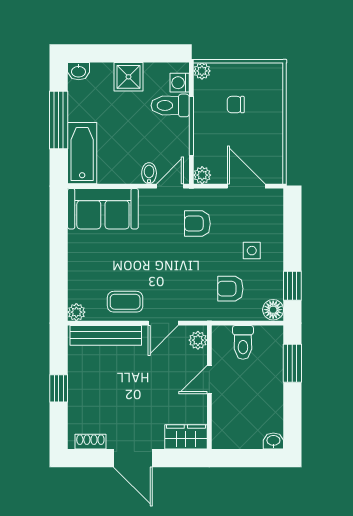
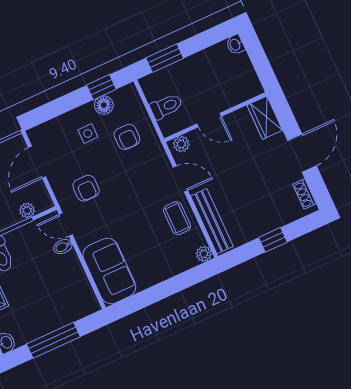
bathtub: (82, 153) -> (72, 309), removed
plant: (202, 175) -> (27, 210), moved
floor lamp: (273, 310) -> (104, 105), moved

